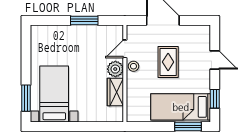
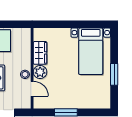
door: (125, 49) -> (32, 89), hinge flipped
window: (26, 98) -> (114, 74), moved

